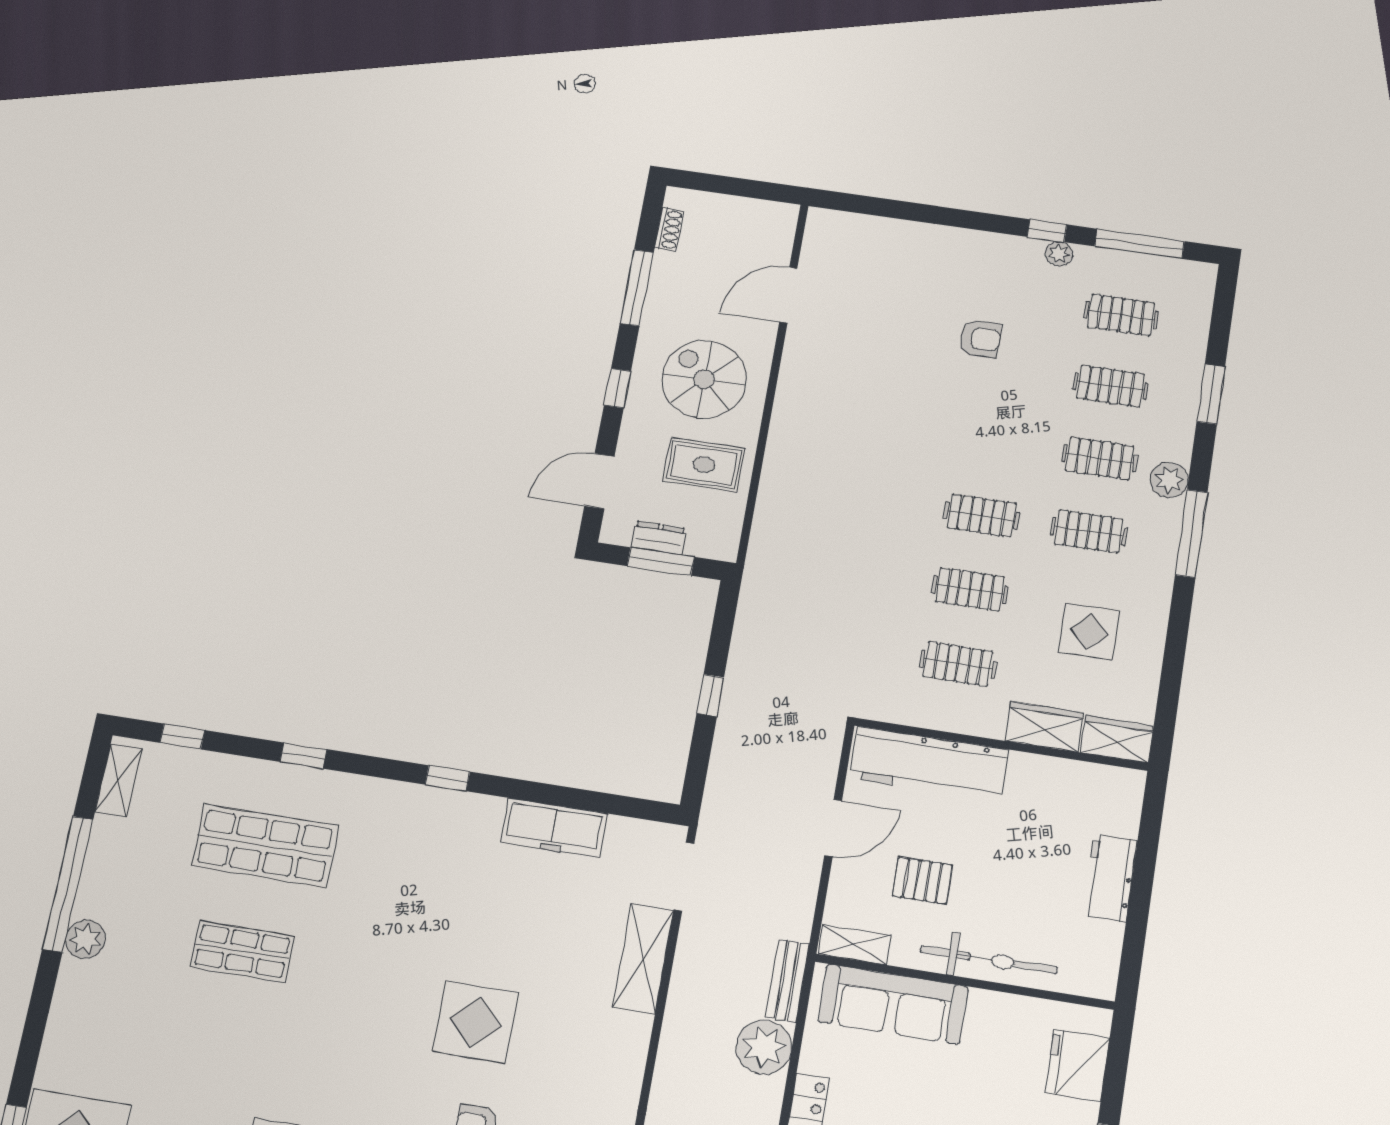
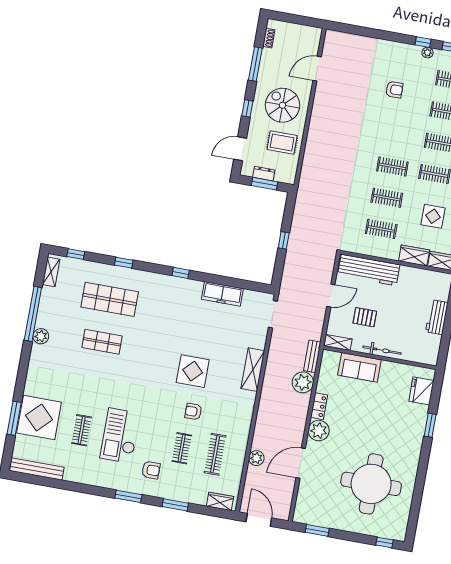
shelving: (643, 959) -> (253, 370), moved
bicycle: (989, 960) -> (382, 350), width x0.73, depth x0.71
sofa: (893, 1004) -> (359, 367), width x0.73

